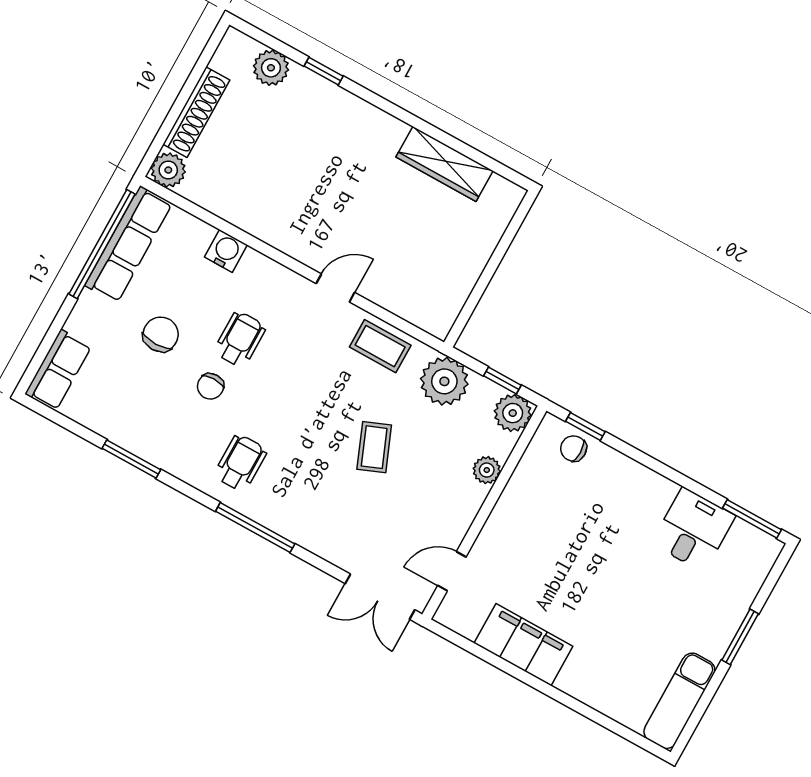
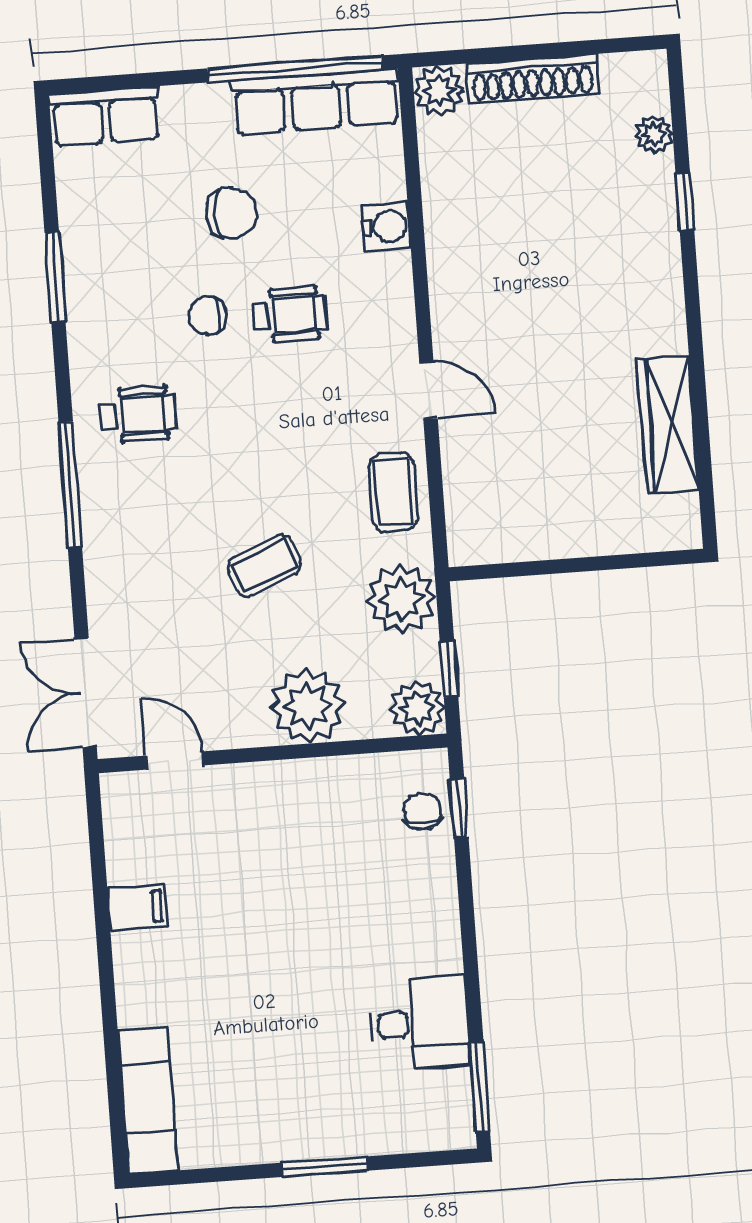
plant: (271, 68) -> (654, 134), width x0.73, depth x0.73
plant: (487, 470) -> (308, 706), width x1.87, depth x1.87
filing cabinet: (523, 645) -> (137, 908), width x0.33, depth x0.86
exam couch: (679, 701) -> (148, 1100), moved, turned 90

